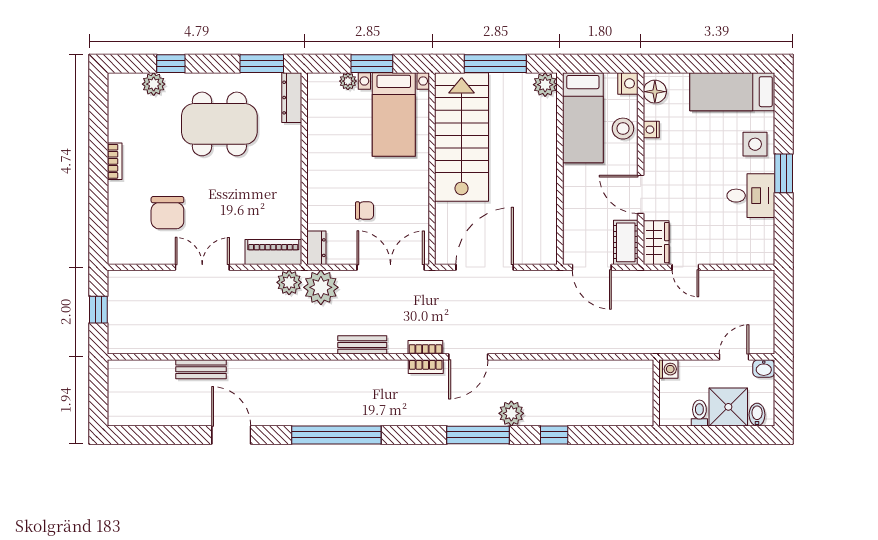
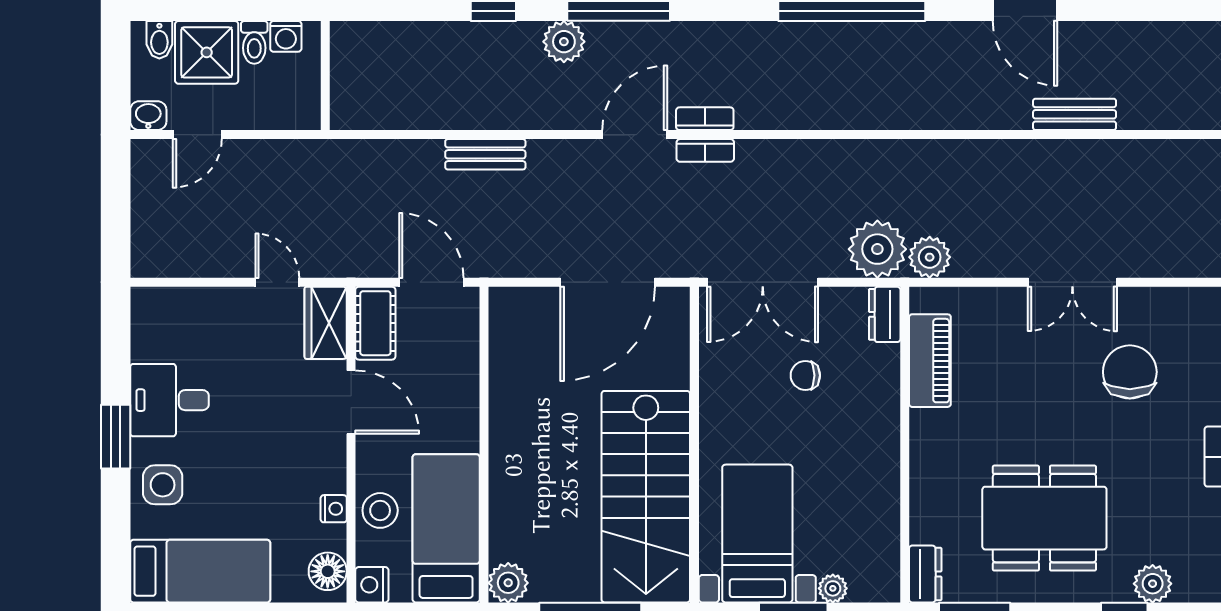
dresser: (292, 98) -> (925, 574), width x0.70
piano: (273, 252) -> (930, 361), moved, turned -90
bench: (362, 345) -> (485, 154), moved
washing machine: (668, 369) -> (286, 36), moved, turned -90

